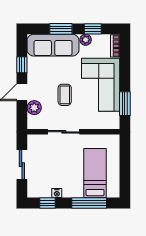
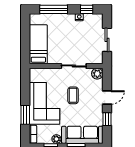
window: (125, 104) -> (25, 115), moved
plant: (34, 108) -> (97, 74), moved
bed: (95, 173) -> (38, 44), moved, turned 180

